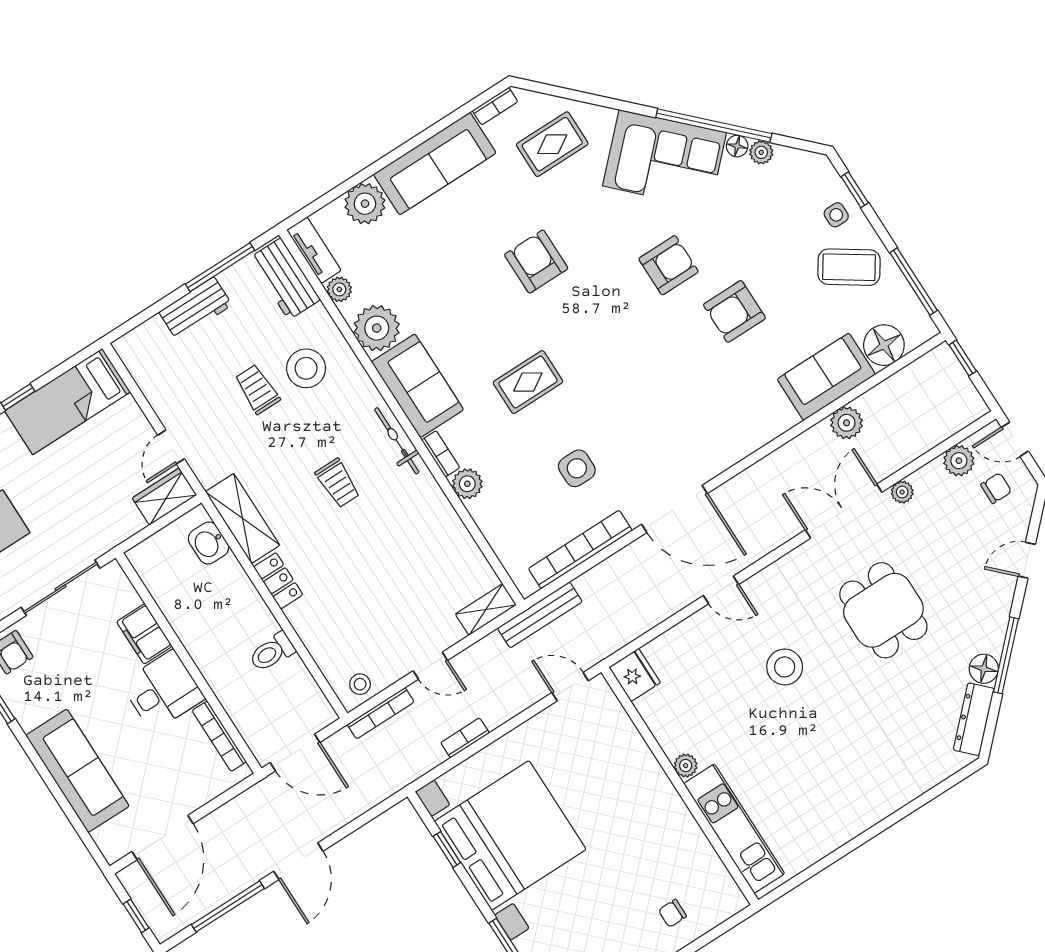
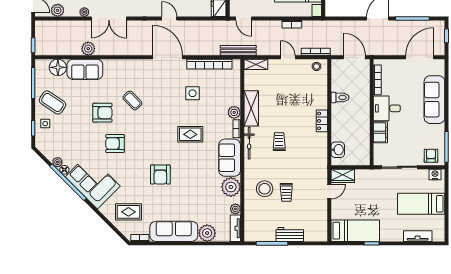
workbench: (285, 279) -> (252, 225), removed
coffee table: (689, 375) -> (132, 100), added
shelving: (243, 518) -> (251, 108), moved

